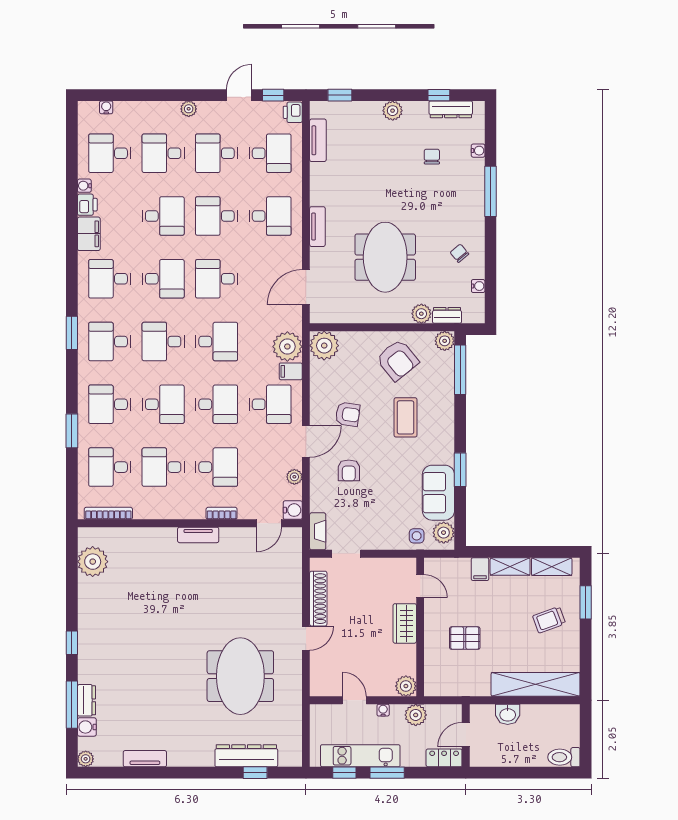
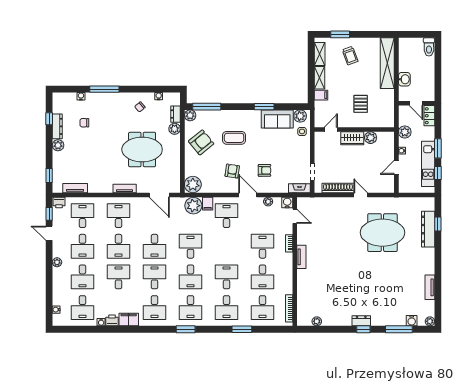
dresser: (451, 109) -> (57, 126), moved
desk: (217, 404) -> (227, 246), removed
plant: (93, 562) -> (317, 321), width x0.53, depth x0.53
plant: (406, 686) -> (371, 138), moved
dresser: (86, 700) -> (361, 321), moved

